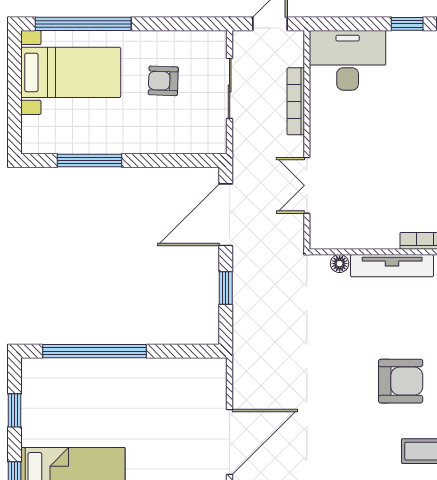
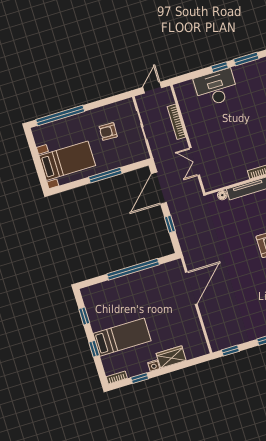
desk: (348, 60) -> (216, 88), moved
bed with nightstands: (71, 72) -> (67, 161), moved
window: (90, 160) -> (105, 175), moved
window: (94, 351) -> (133, 269), moved
door: (230, 442) -> (191, 288), moved

